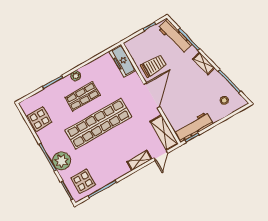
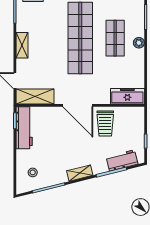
workbench: (175, 36) -> (122, 160), width x0.73
shelving: (139, 160) -> (22, 45), moved

